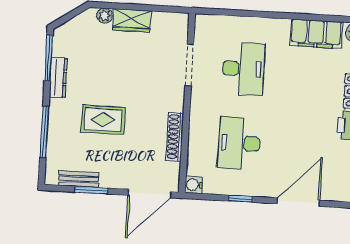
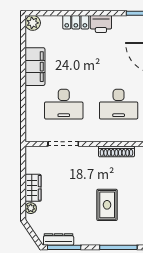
filing cabinet: (316, 34) -> (35, 67), moved
desk: (243, 69) -> (64, 104), turned 180
dresser: (58, 78) -> (59, 239), moved

